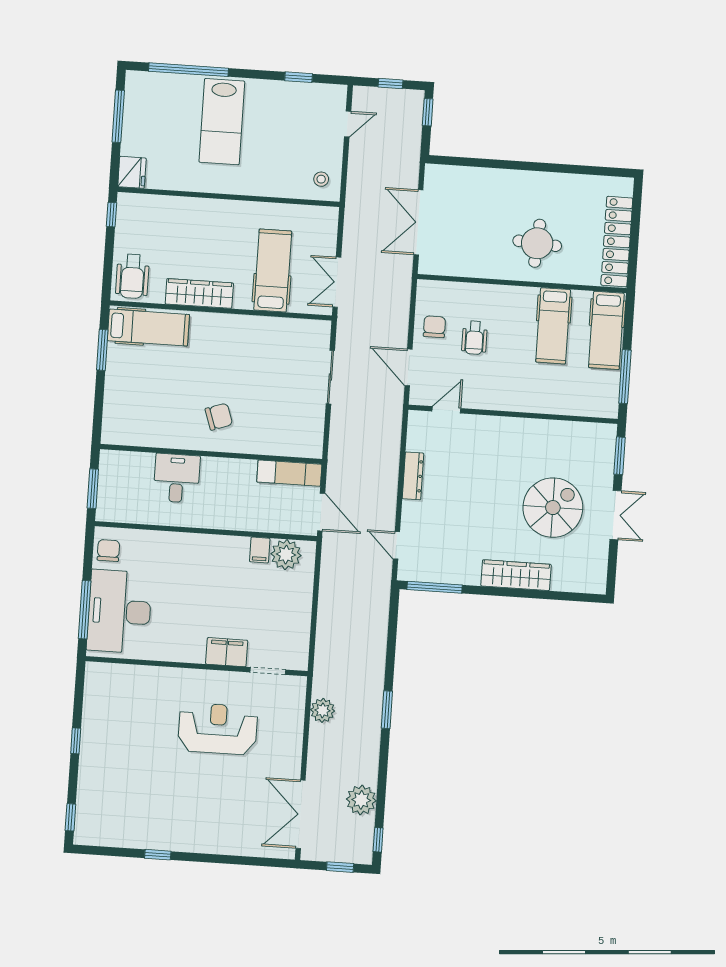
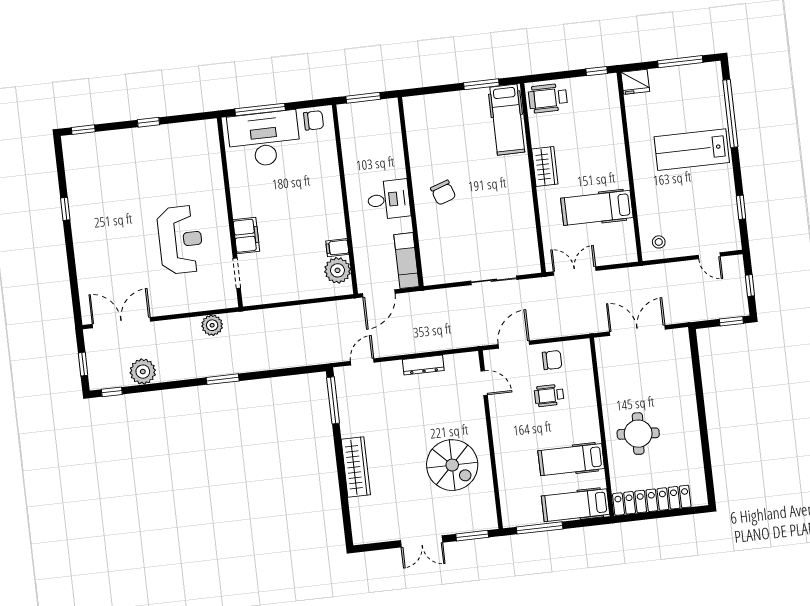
hospital bed: (273, 271) -> (597, 208), moved, turned 180
wardrobe: (199, 293) -> (545, 167), width x0.67
desk: (177, 478) -> (389, 199), moved
spiral stairs: (553, 508) -> (452, 465), moved

